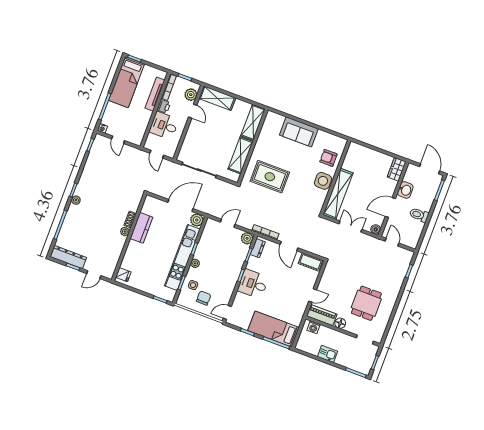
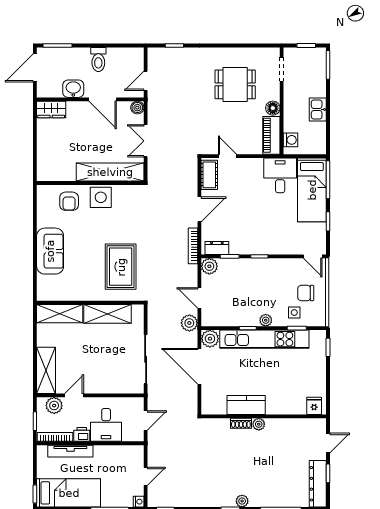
plant: (213, 210) -> (189, 323), added
door: (94, 275) -> (328, 443), hinge flipped
desk: (253, 284) -> (280, 175), moved, turned 180
door: (313, 295) -> (227, 156), moved

